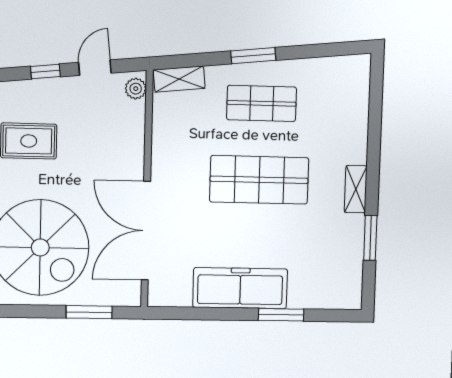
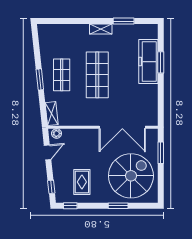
door: (95, 68) -> (48, 152), swing flipped
window: (45, 71) -> (51, 187), moved
freezer: (240, 288) -> (148, 62), moved

